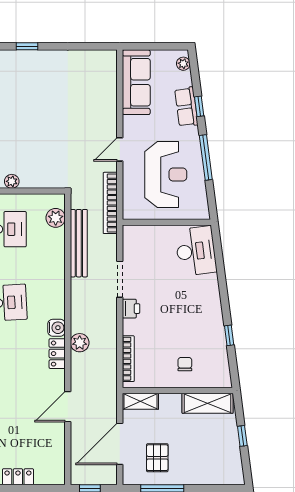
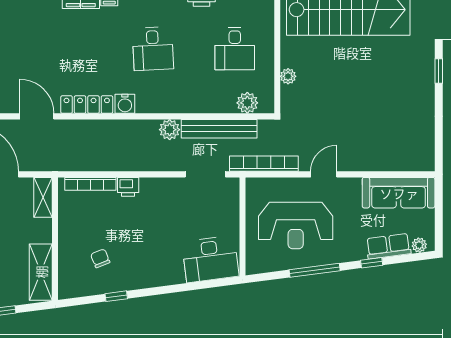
row of seats: (186, 107) -> (388, 246), moved
door: (120, 149) -> (324, 174), hinge flipped
plant: (12, 181) -> (288, 76), moved
doorway: (120, 279) -> (205, 174), moved
printer: (131, 309) -> (128, 187), moved
plant: (80, 343) -> (170, 130), moved
locker: (57, 354) -> (87, 105), width x1.53
chair: (185, 364) -> (100, 258), moved, turned -112

